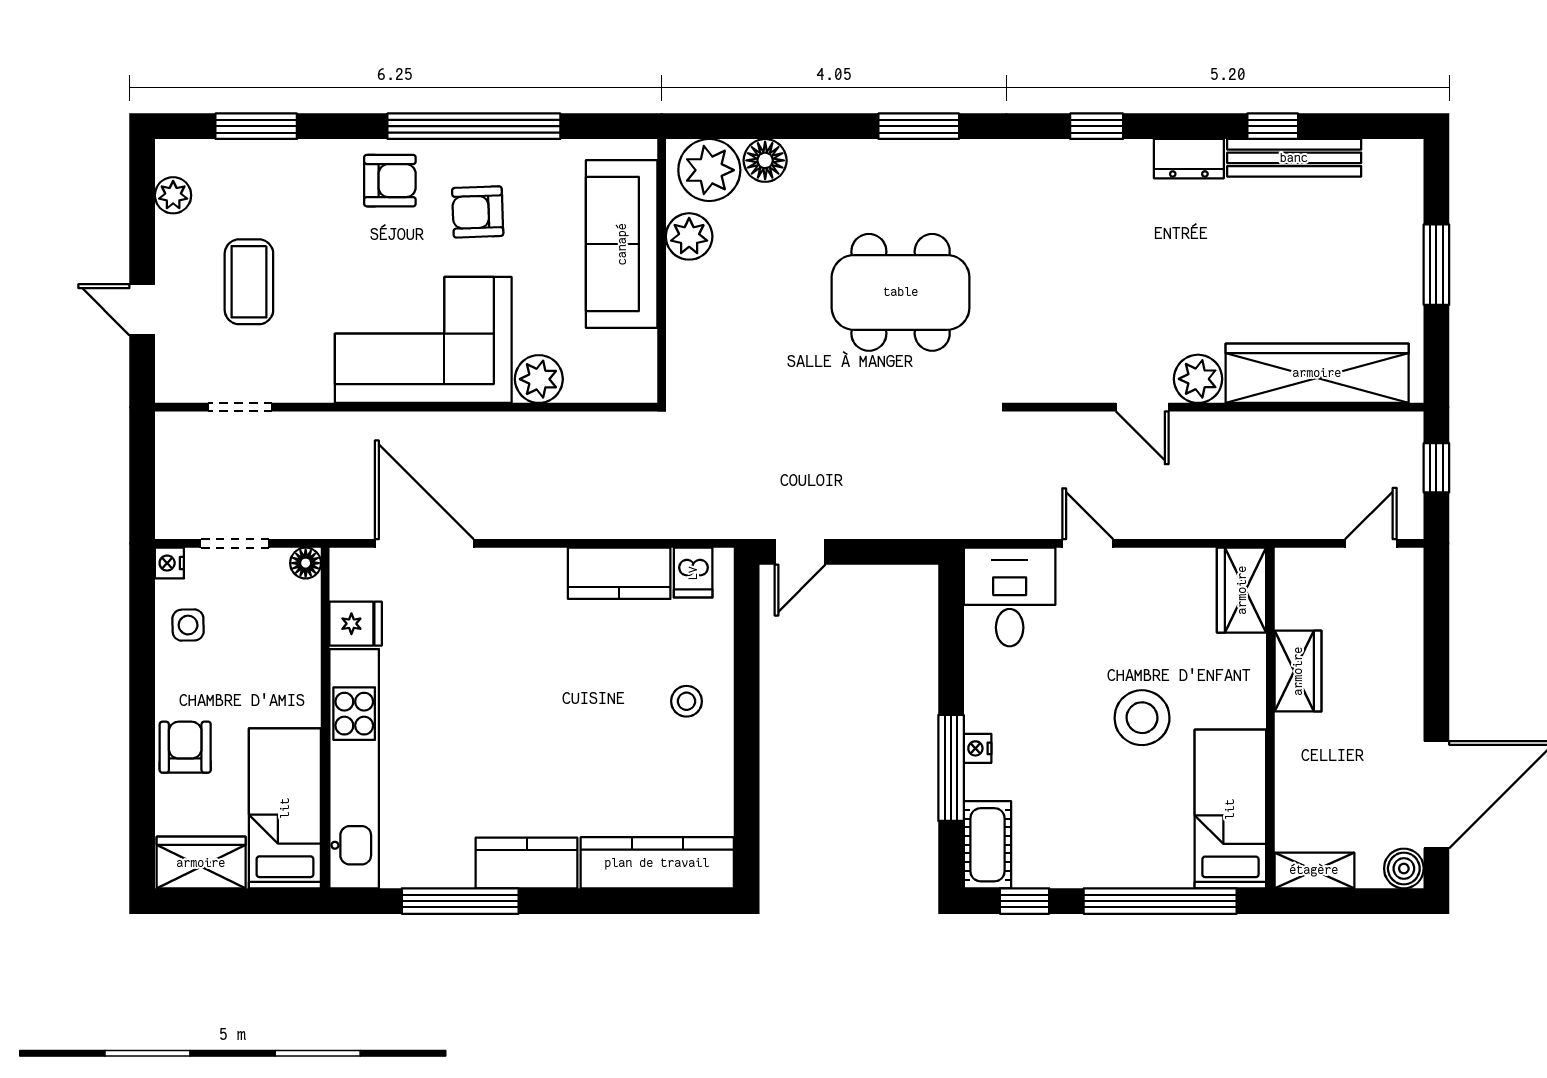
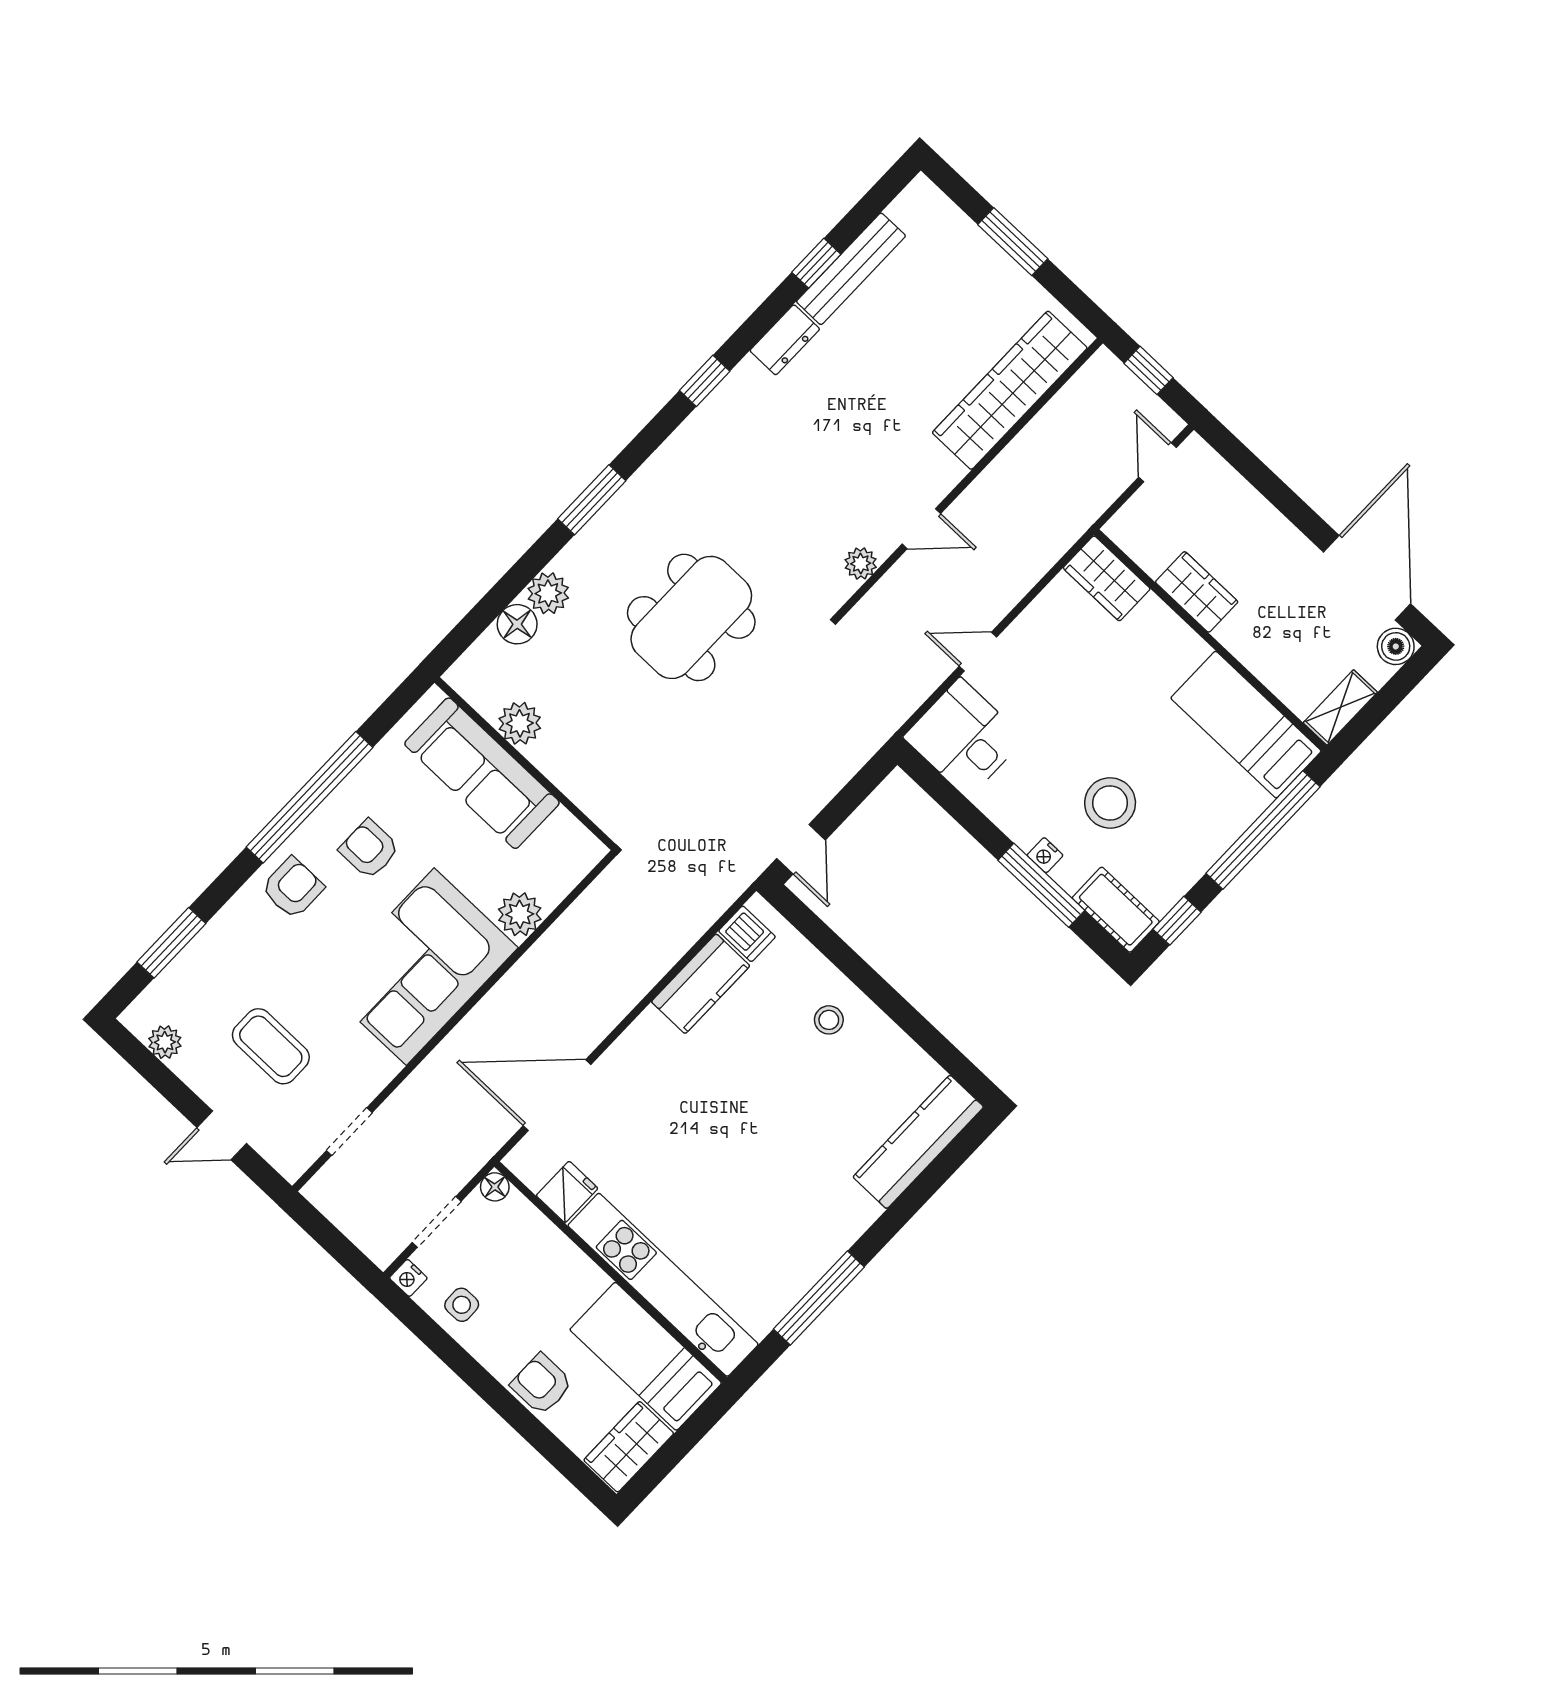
plant: (709, 170) -> (548, 593), moved, width x0.73, depth x0.73
armchair: (478, 212) -> (369, 849), turned 92
plant: (1198, 379) -> (861, 564), moved, width x0.73, depth x0.73
stool: (1142, 718) -> (1110, 803), moved
kitchen counter: (527, 863) -> (835, 1229), removed

